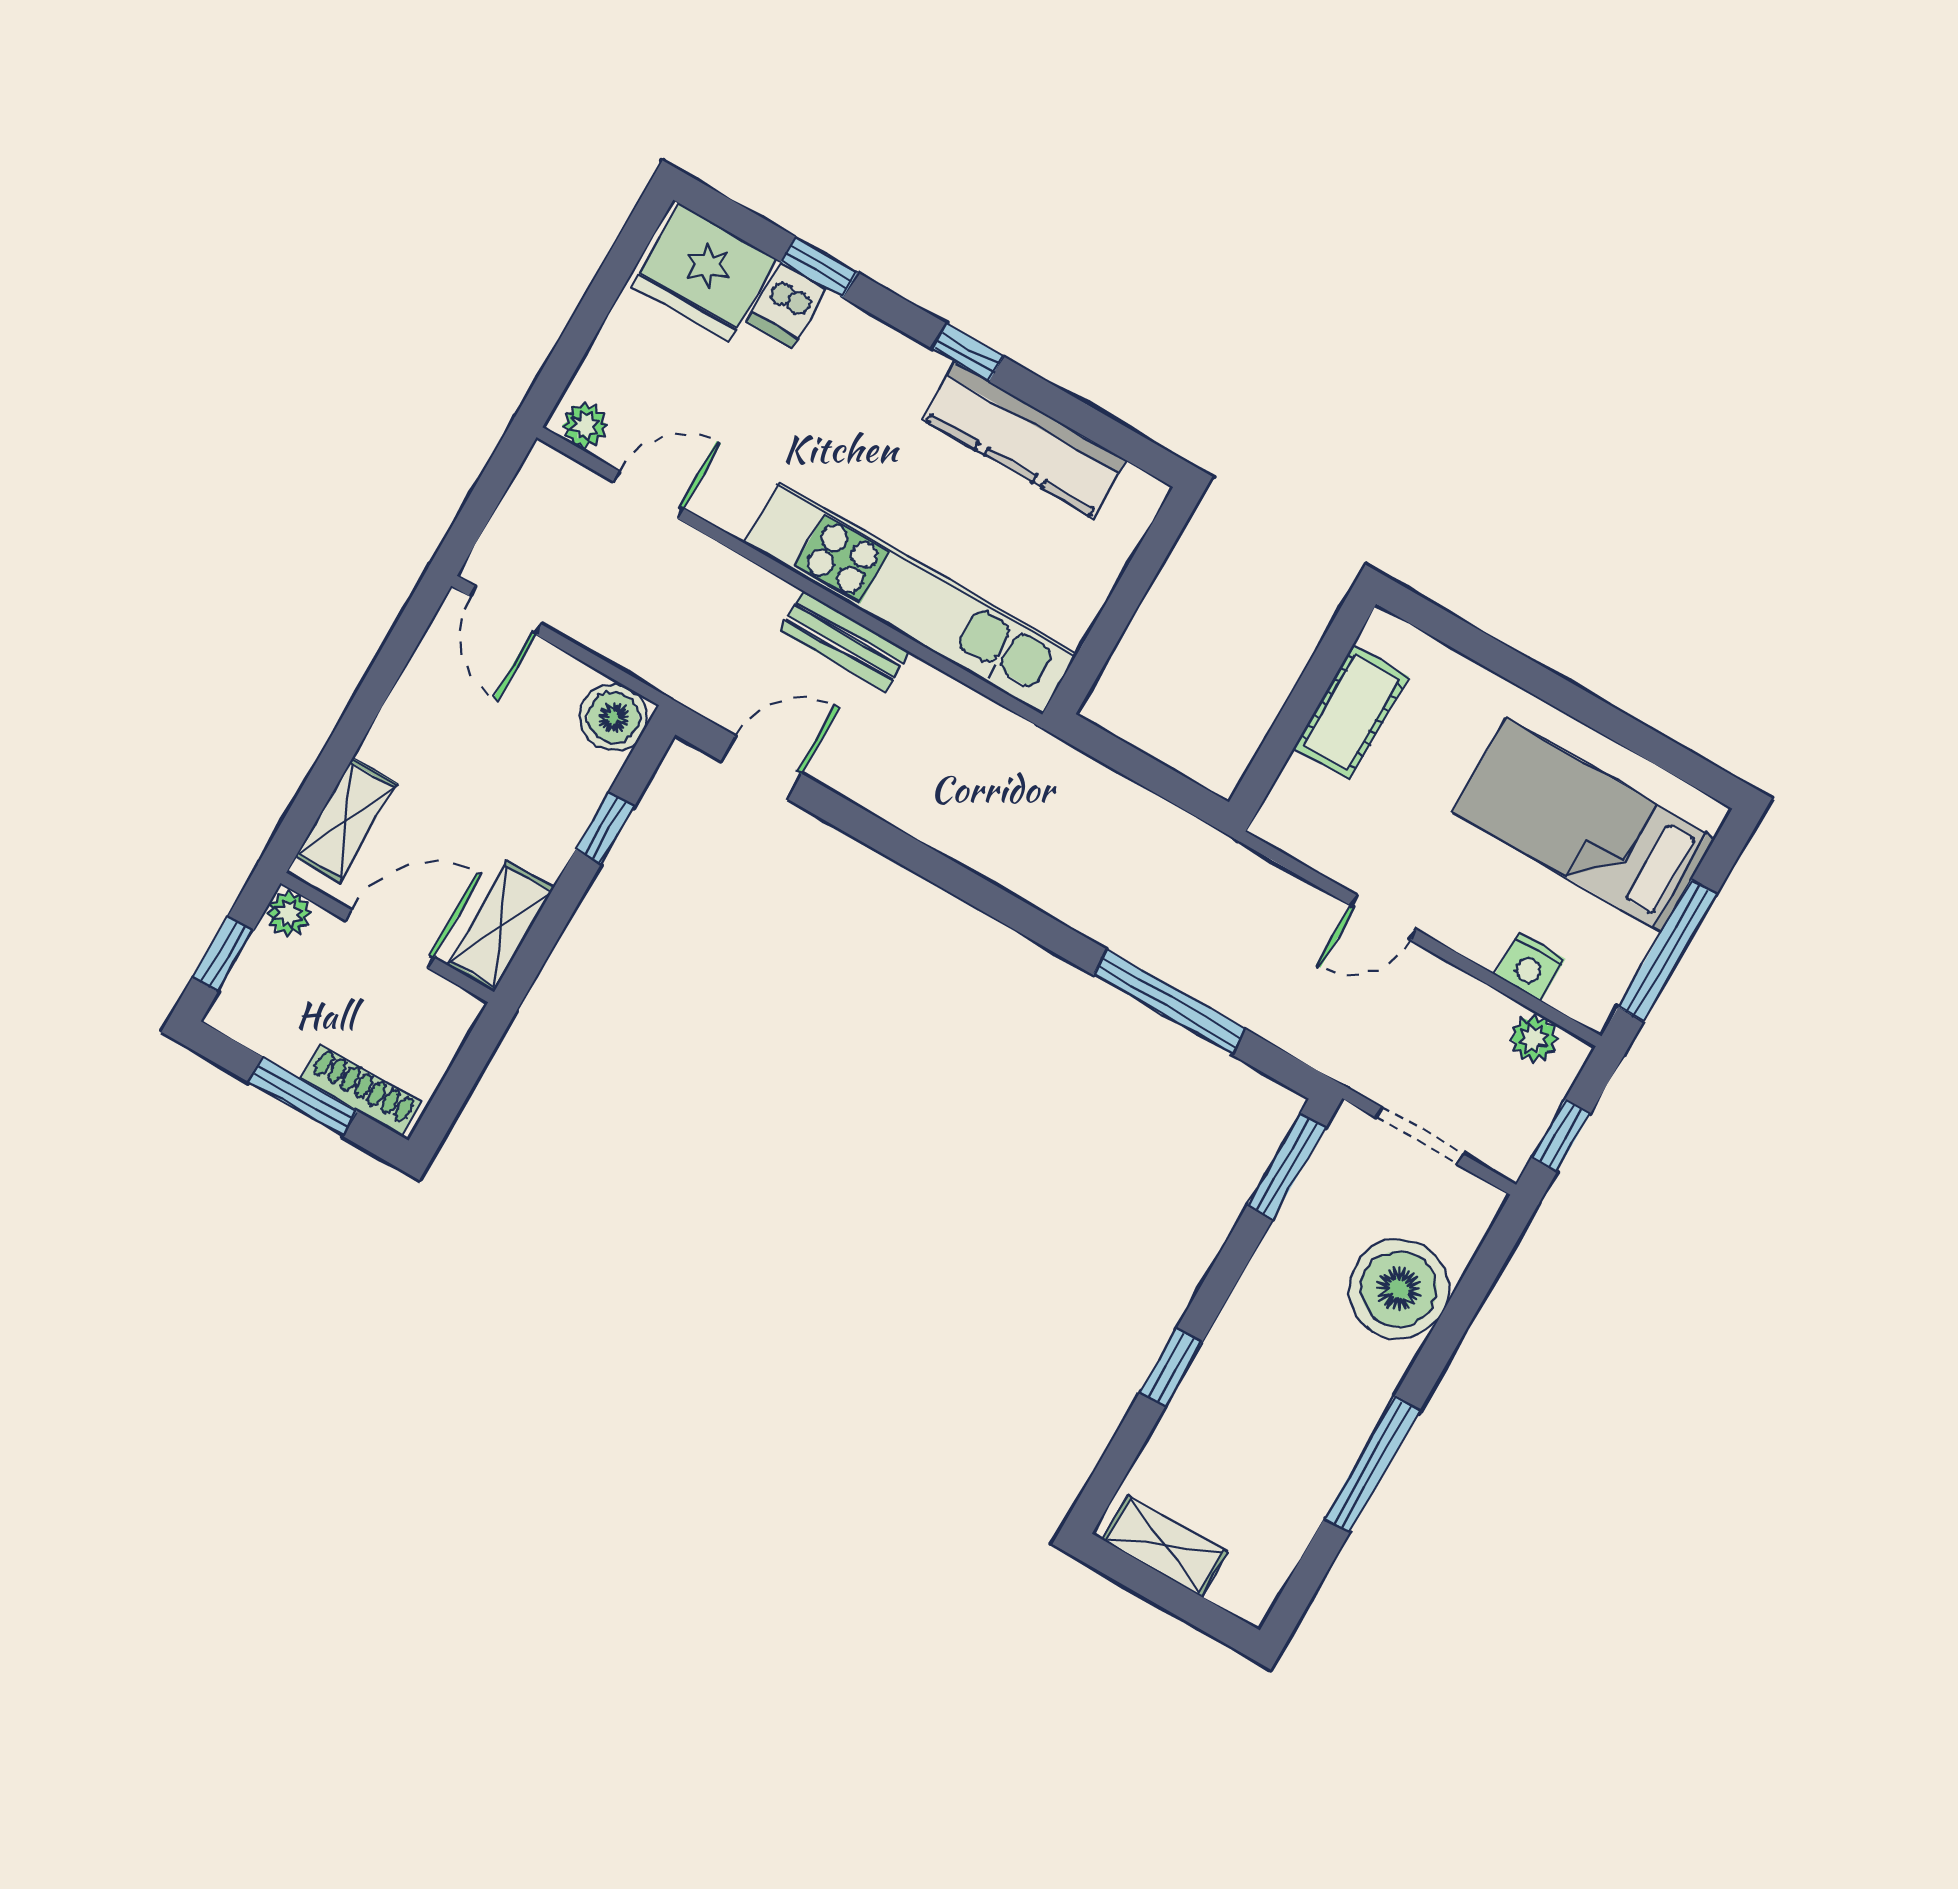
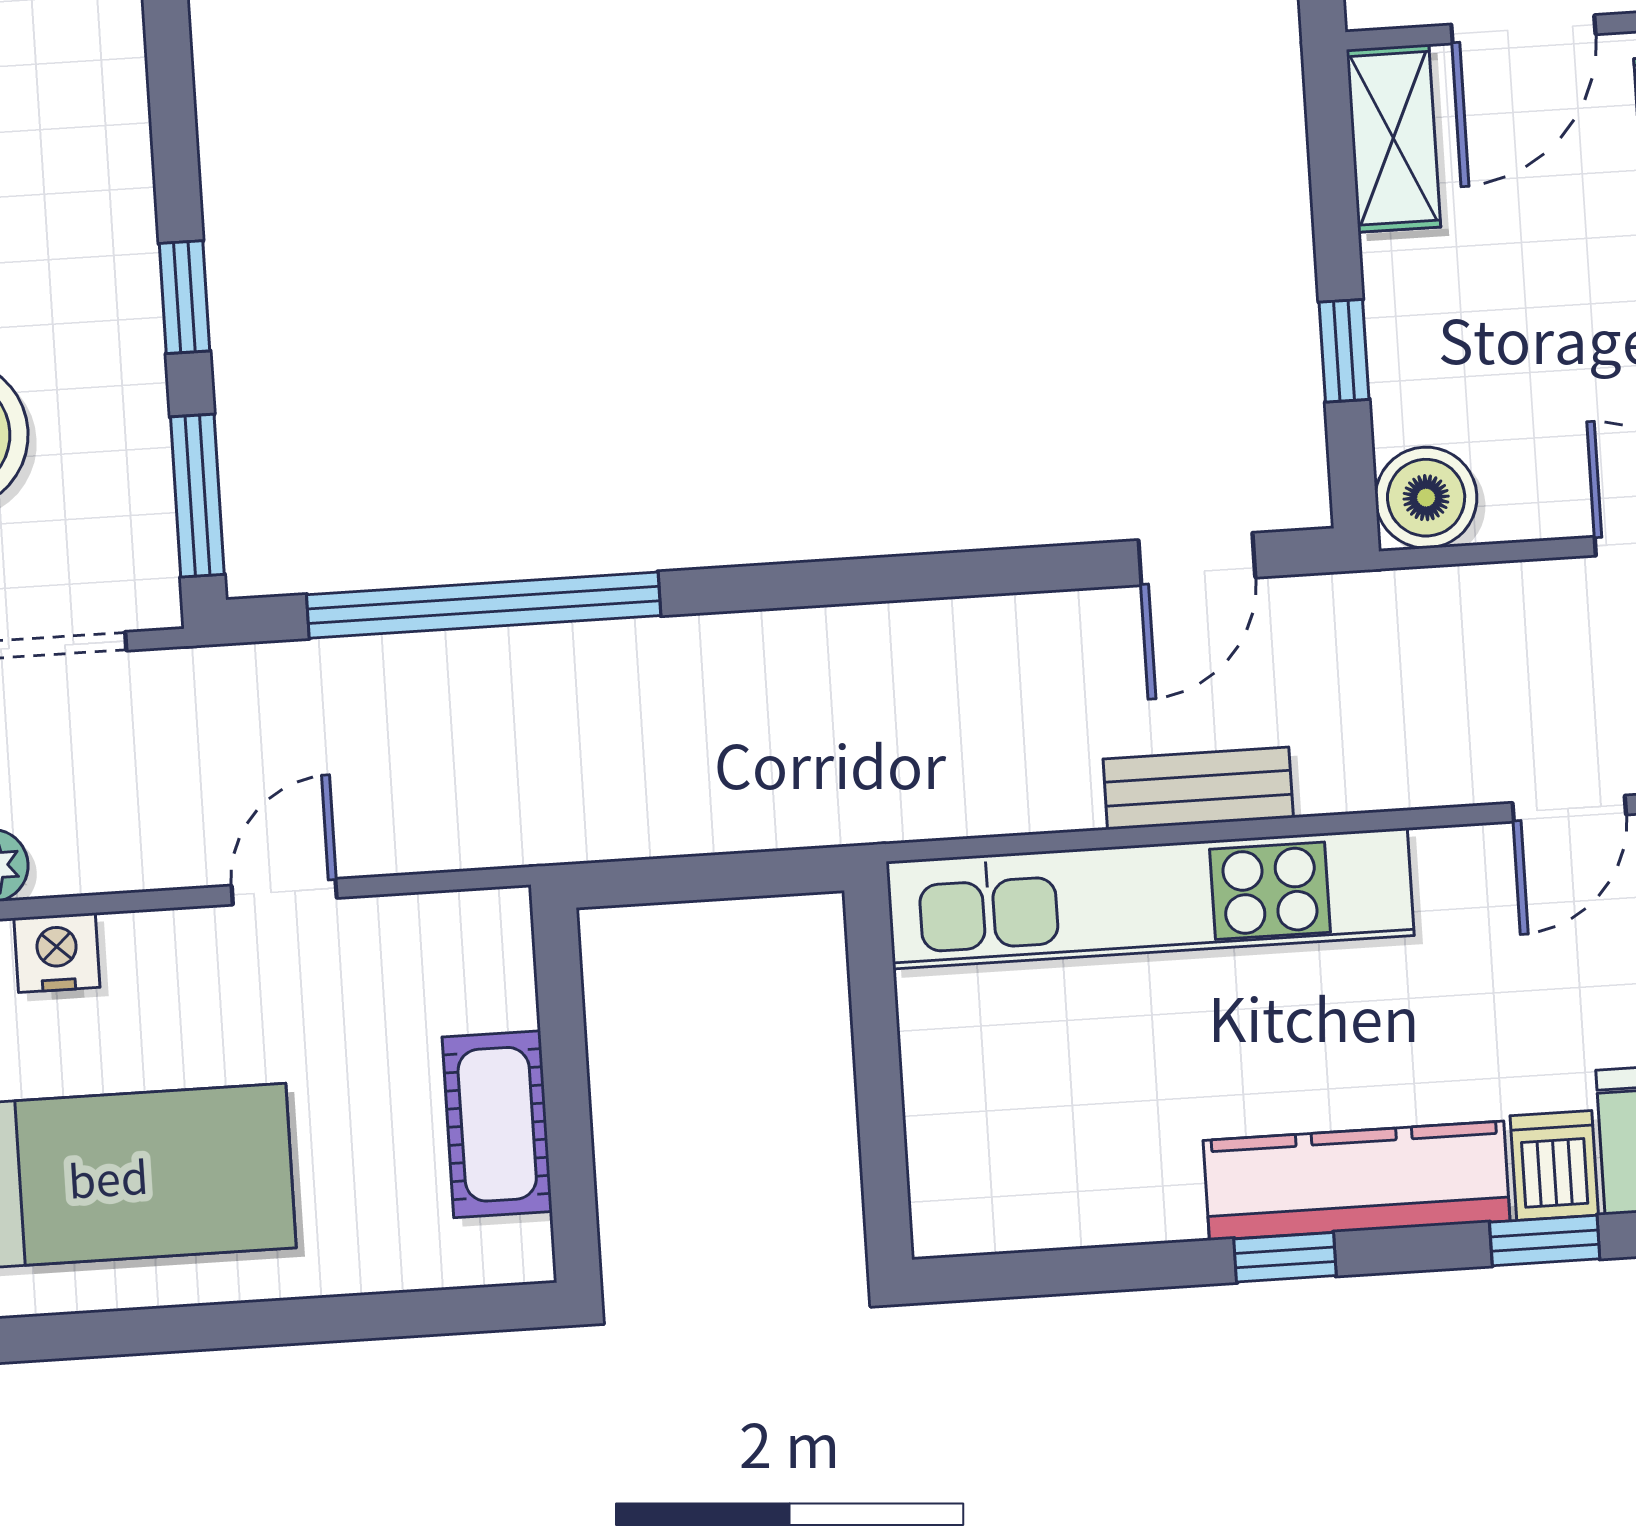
kitchen counter: (1025, 440) -> (1357, 1181), moved
window: (1169, 1002) -> (484, 605), width x1.46
window: (1171, 1368) -> (185, 297), moved

